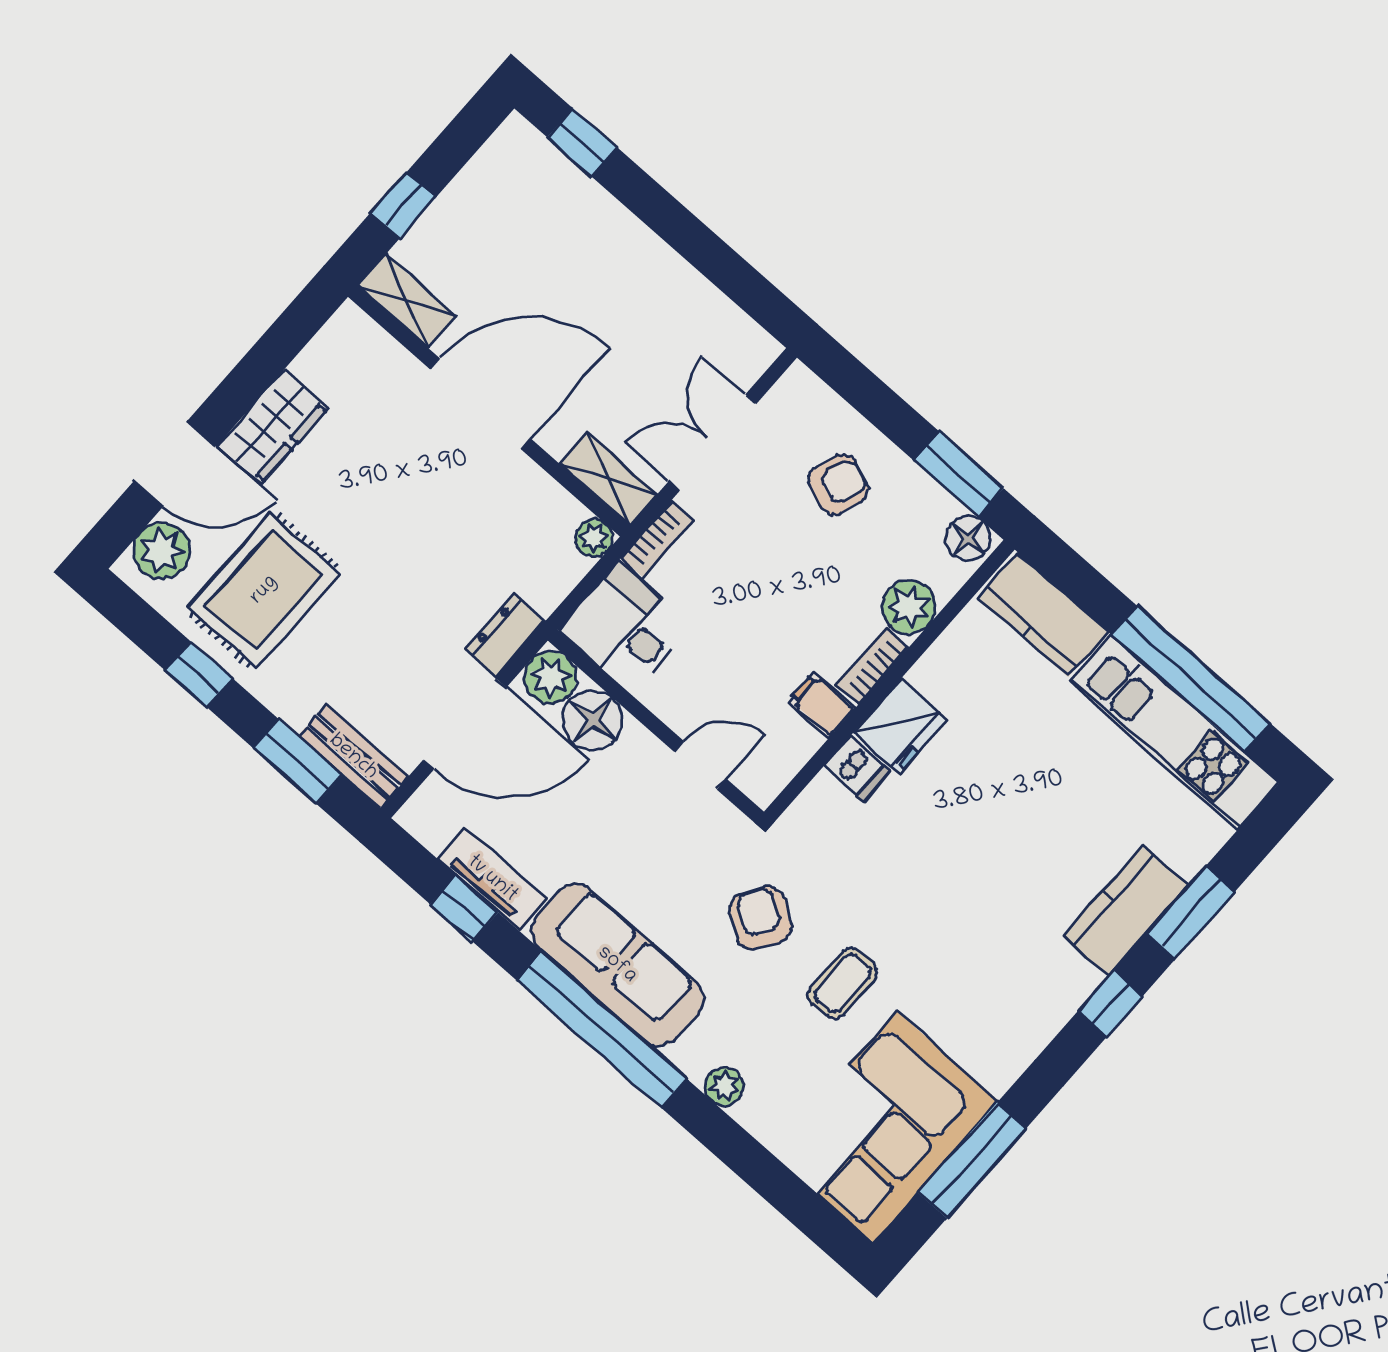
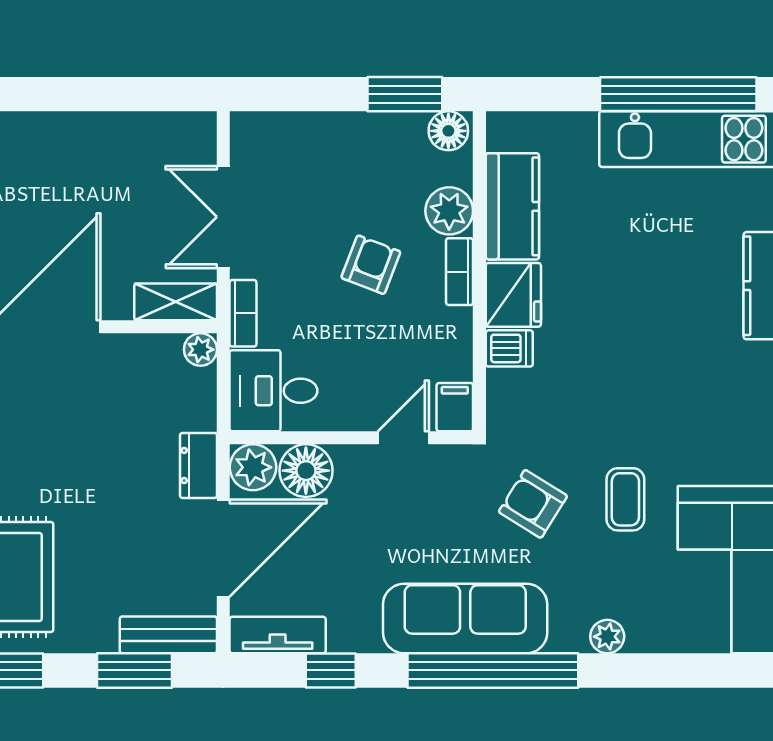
armchair: (838, 485) -> (371, 265), moved
kitchen counter: (1043, 615) -> (512, 206), moved, turned -90
filing cabinet: (822, 705) -> (455, 407), moved, turned 90
tv unit: (492, 879) -> (278, 635), moved

